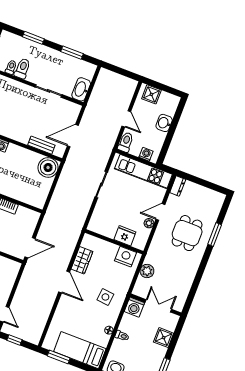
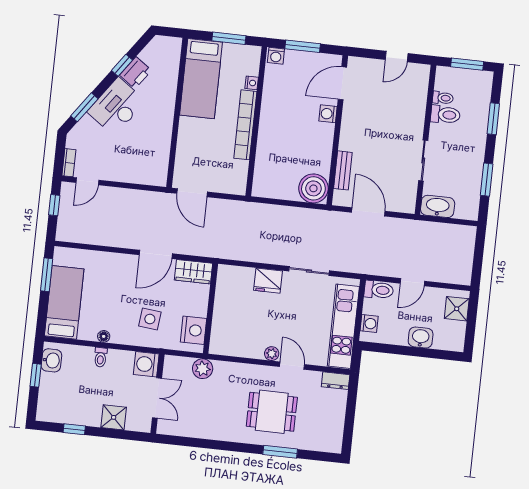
fridge: (125, 236) -> (268, 281), moved, turned 90
wall: (114, 242) -> (210, 308), moved
nightstand: (126, 257) -> (194, 330), moved

